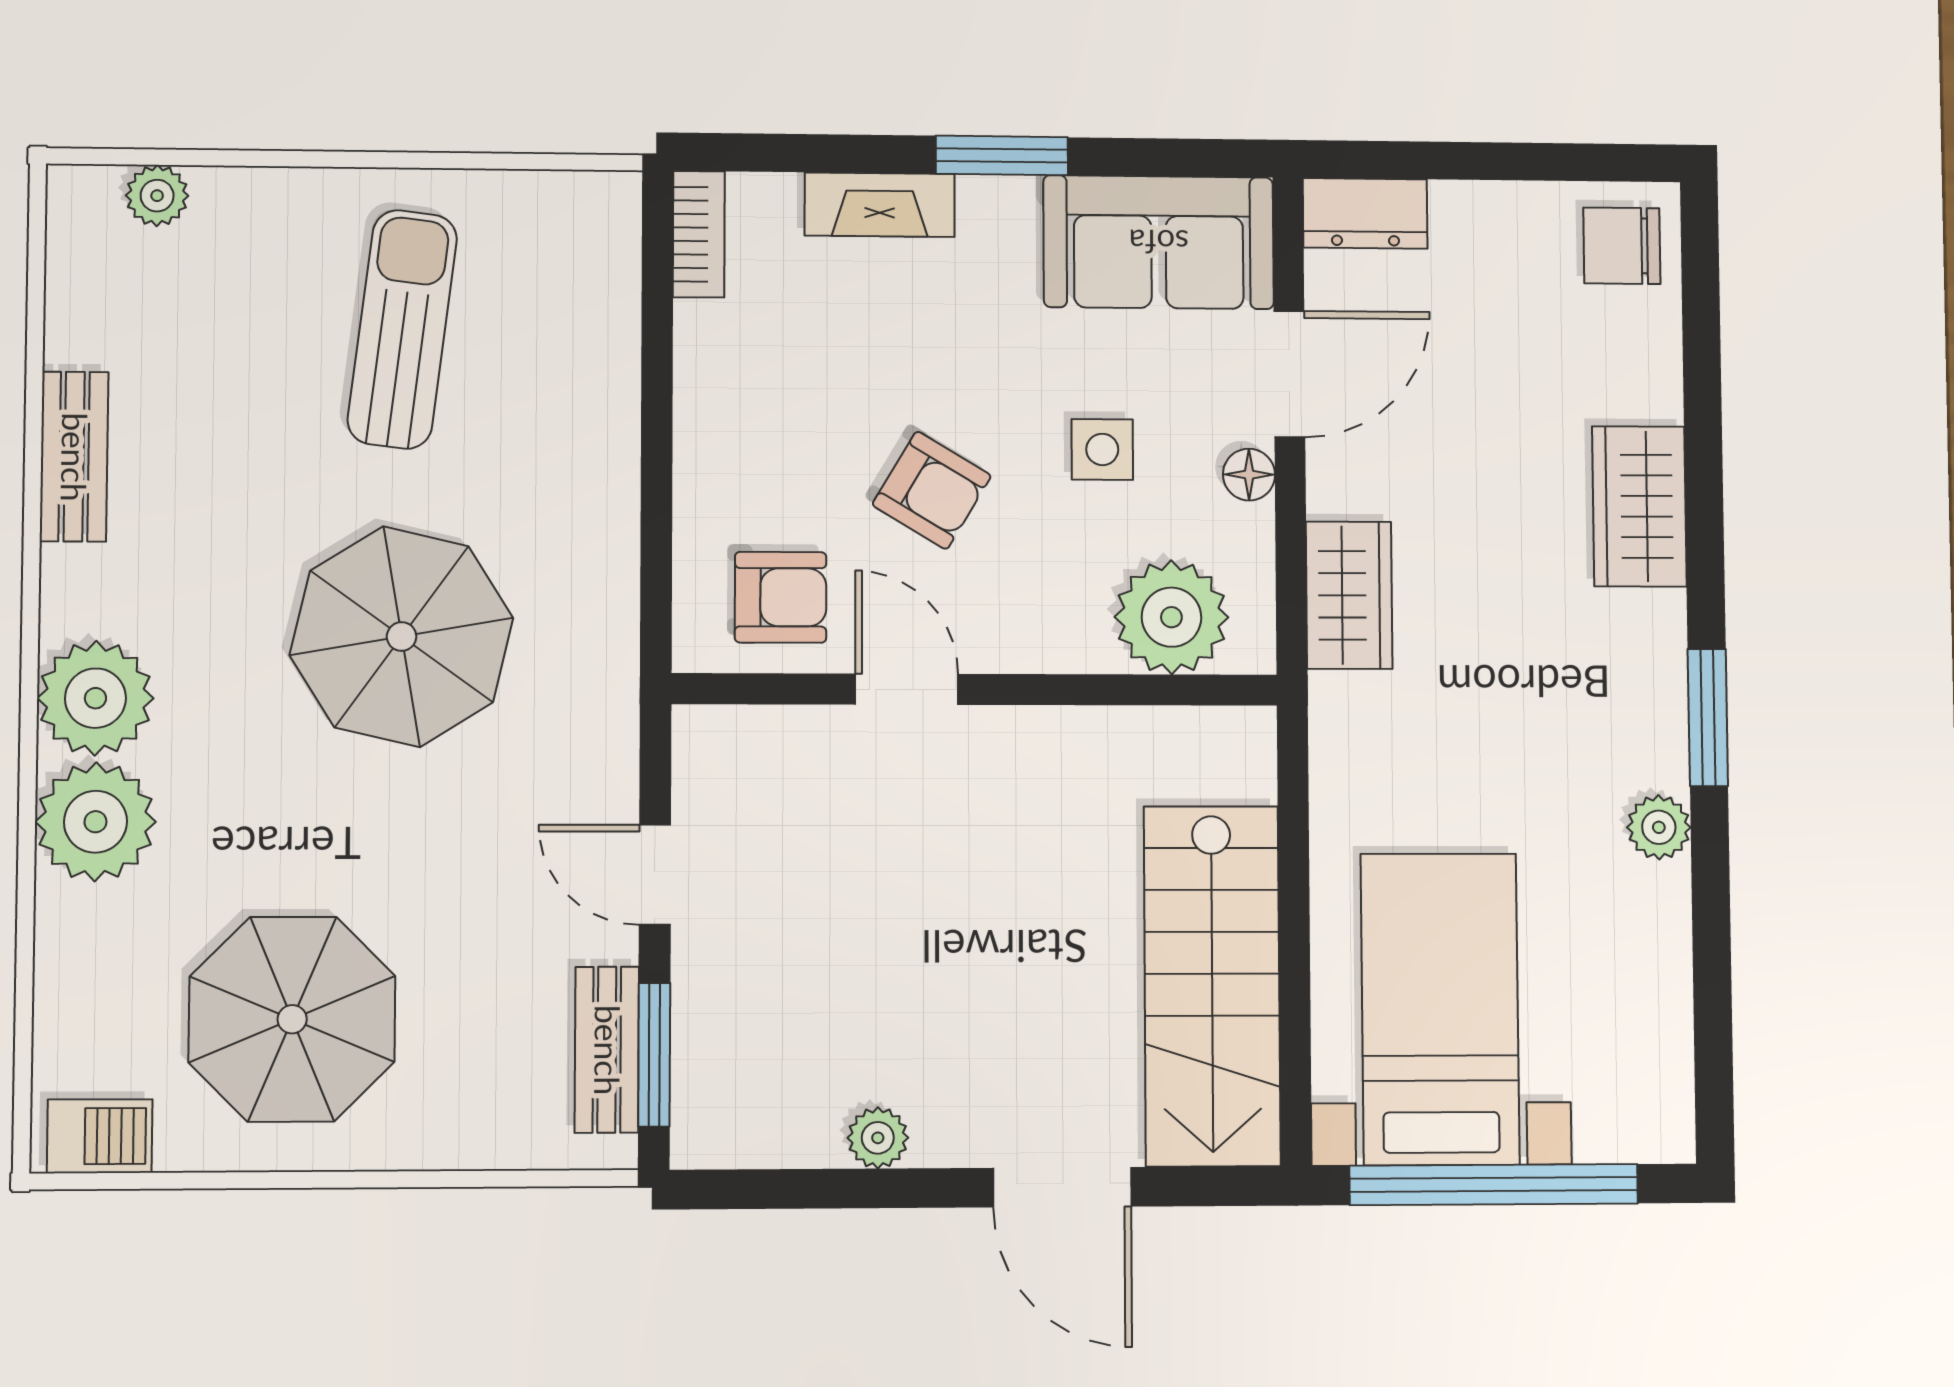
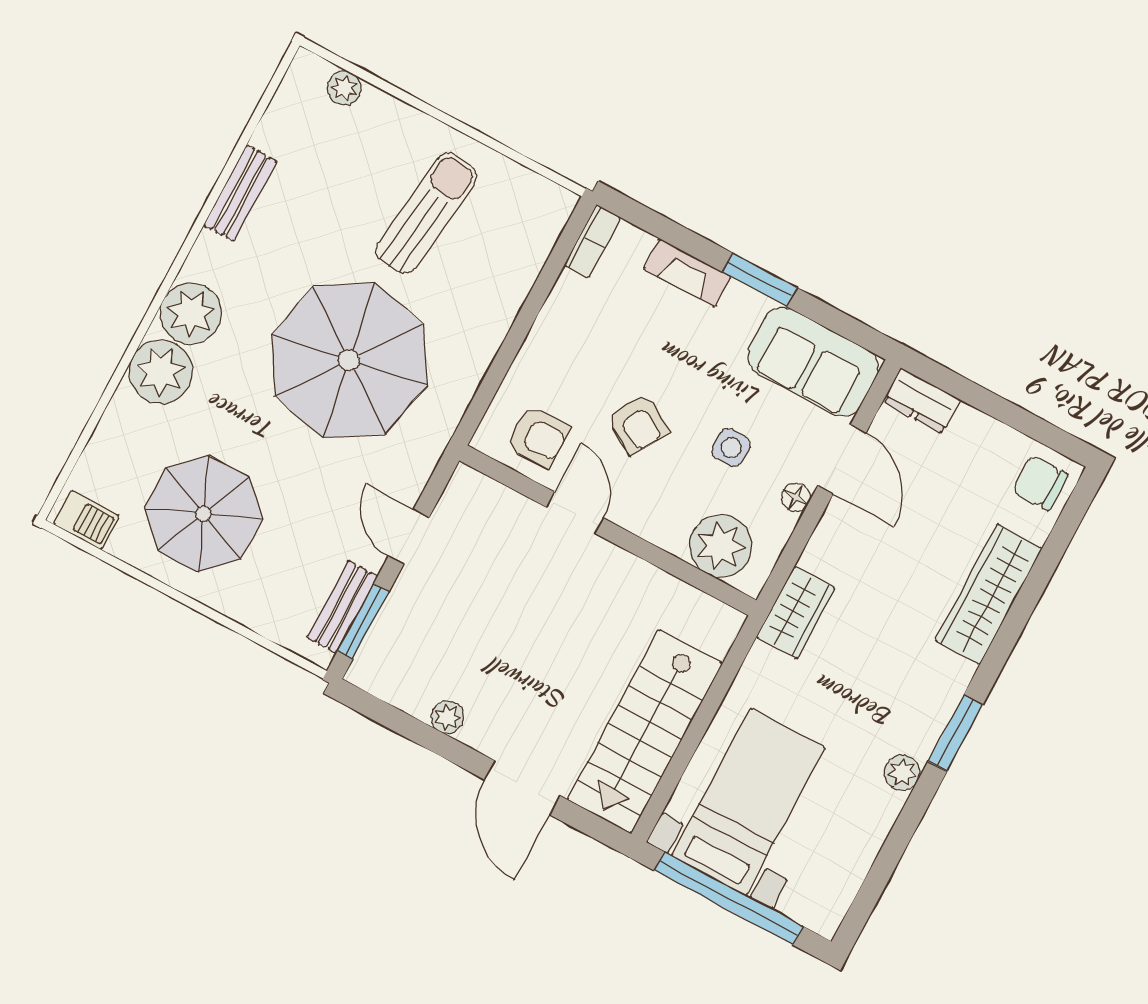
door: (1289, 374) -> (842, 459), hinge flipped
wardrobe: (1639, 506) -> (989, 594), width x1.50
wardrobe: (1349, 595) -> (796, 613), moved
parasol: (402, 637) -> (349, 360), width x1.36, depth x1.36

